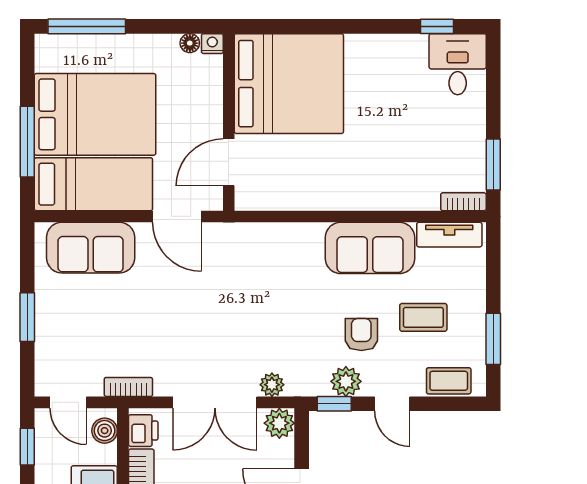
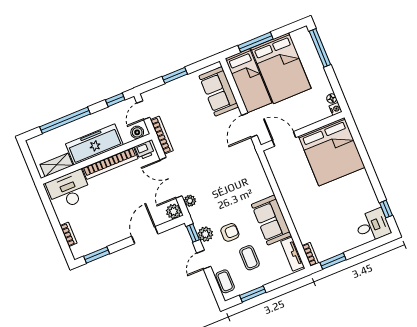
bookcase: (128, 387) -> (162, 135), width x1.56

